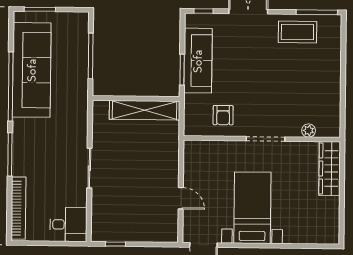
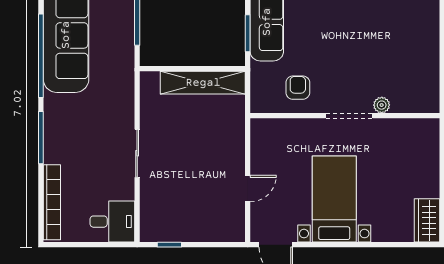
armchair: (223, 115) -> (298, 88), turned 180
plant: (309, 130) -> (382, 105), moved
wardrobe: (330, 169) -> (427, 220), moved, width x0.67
door: (181, 198) -> (248, 189), hinge flipped

